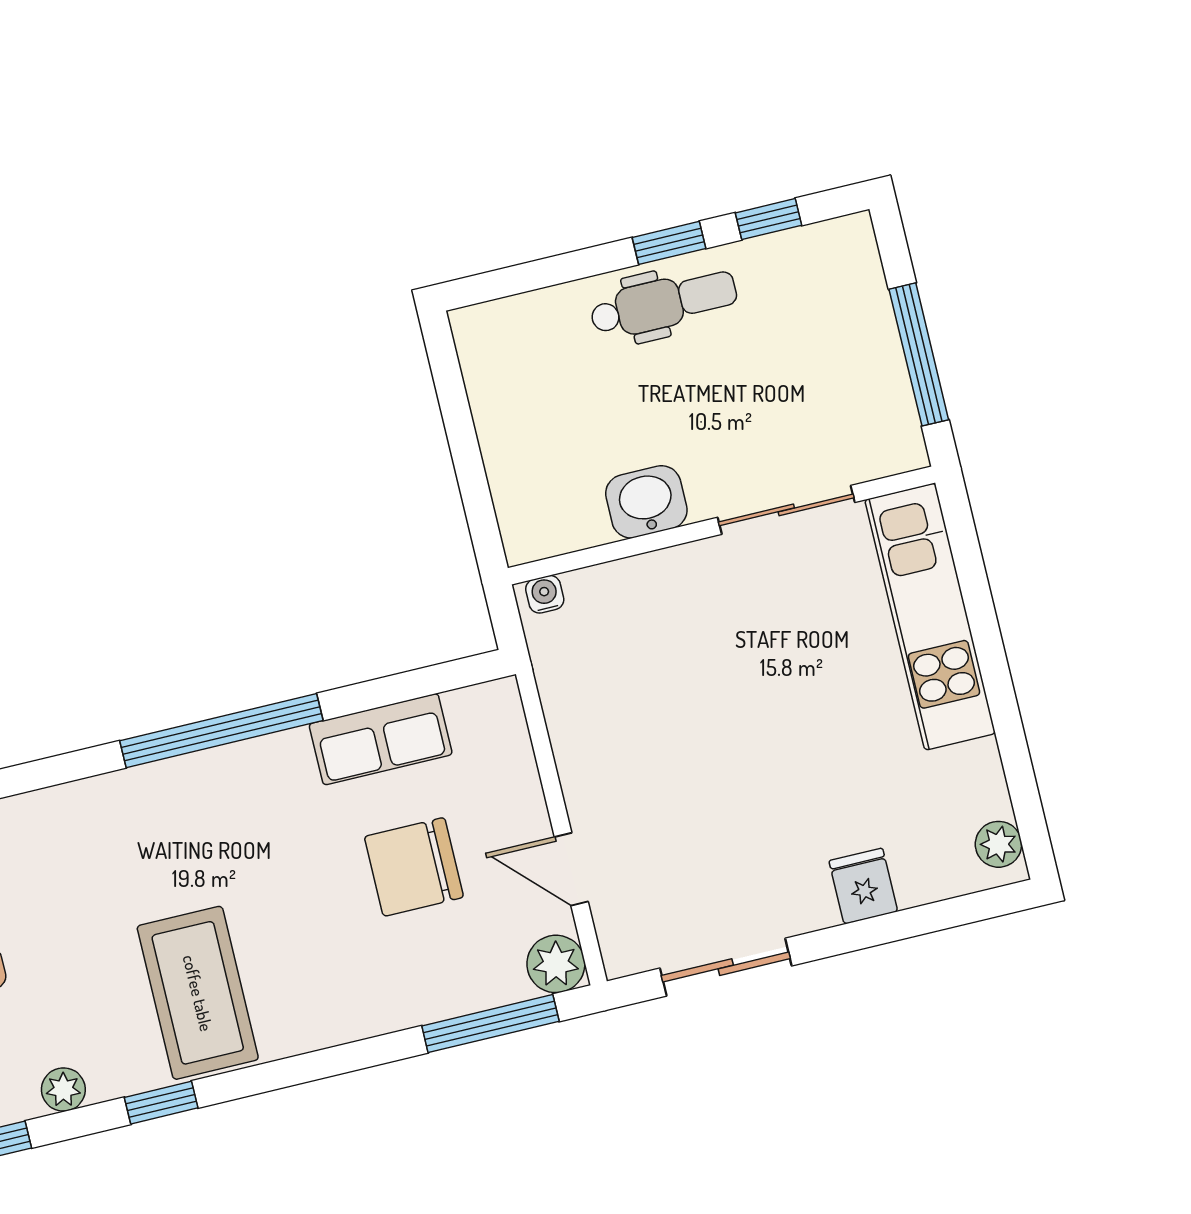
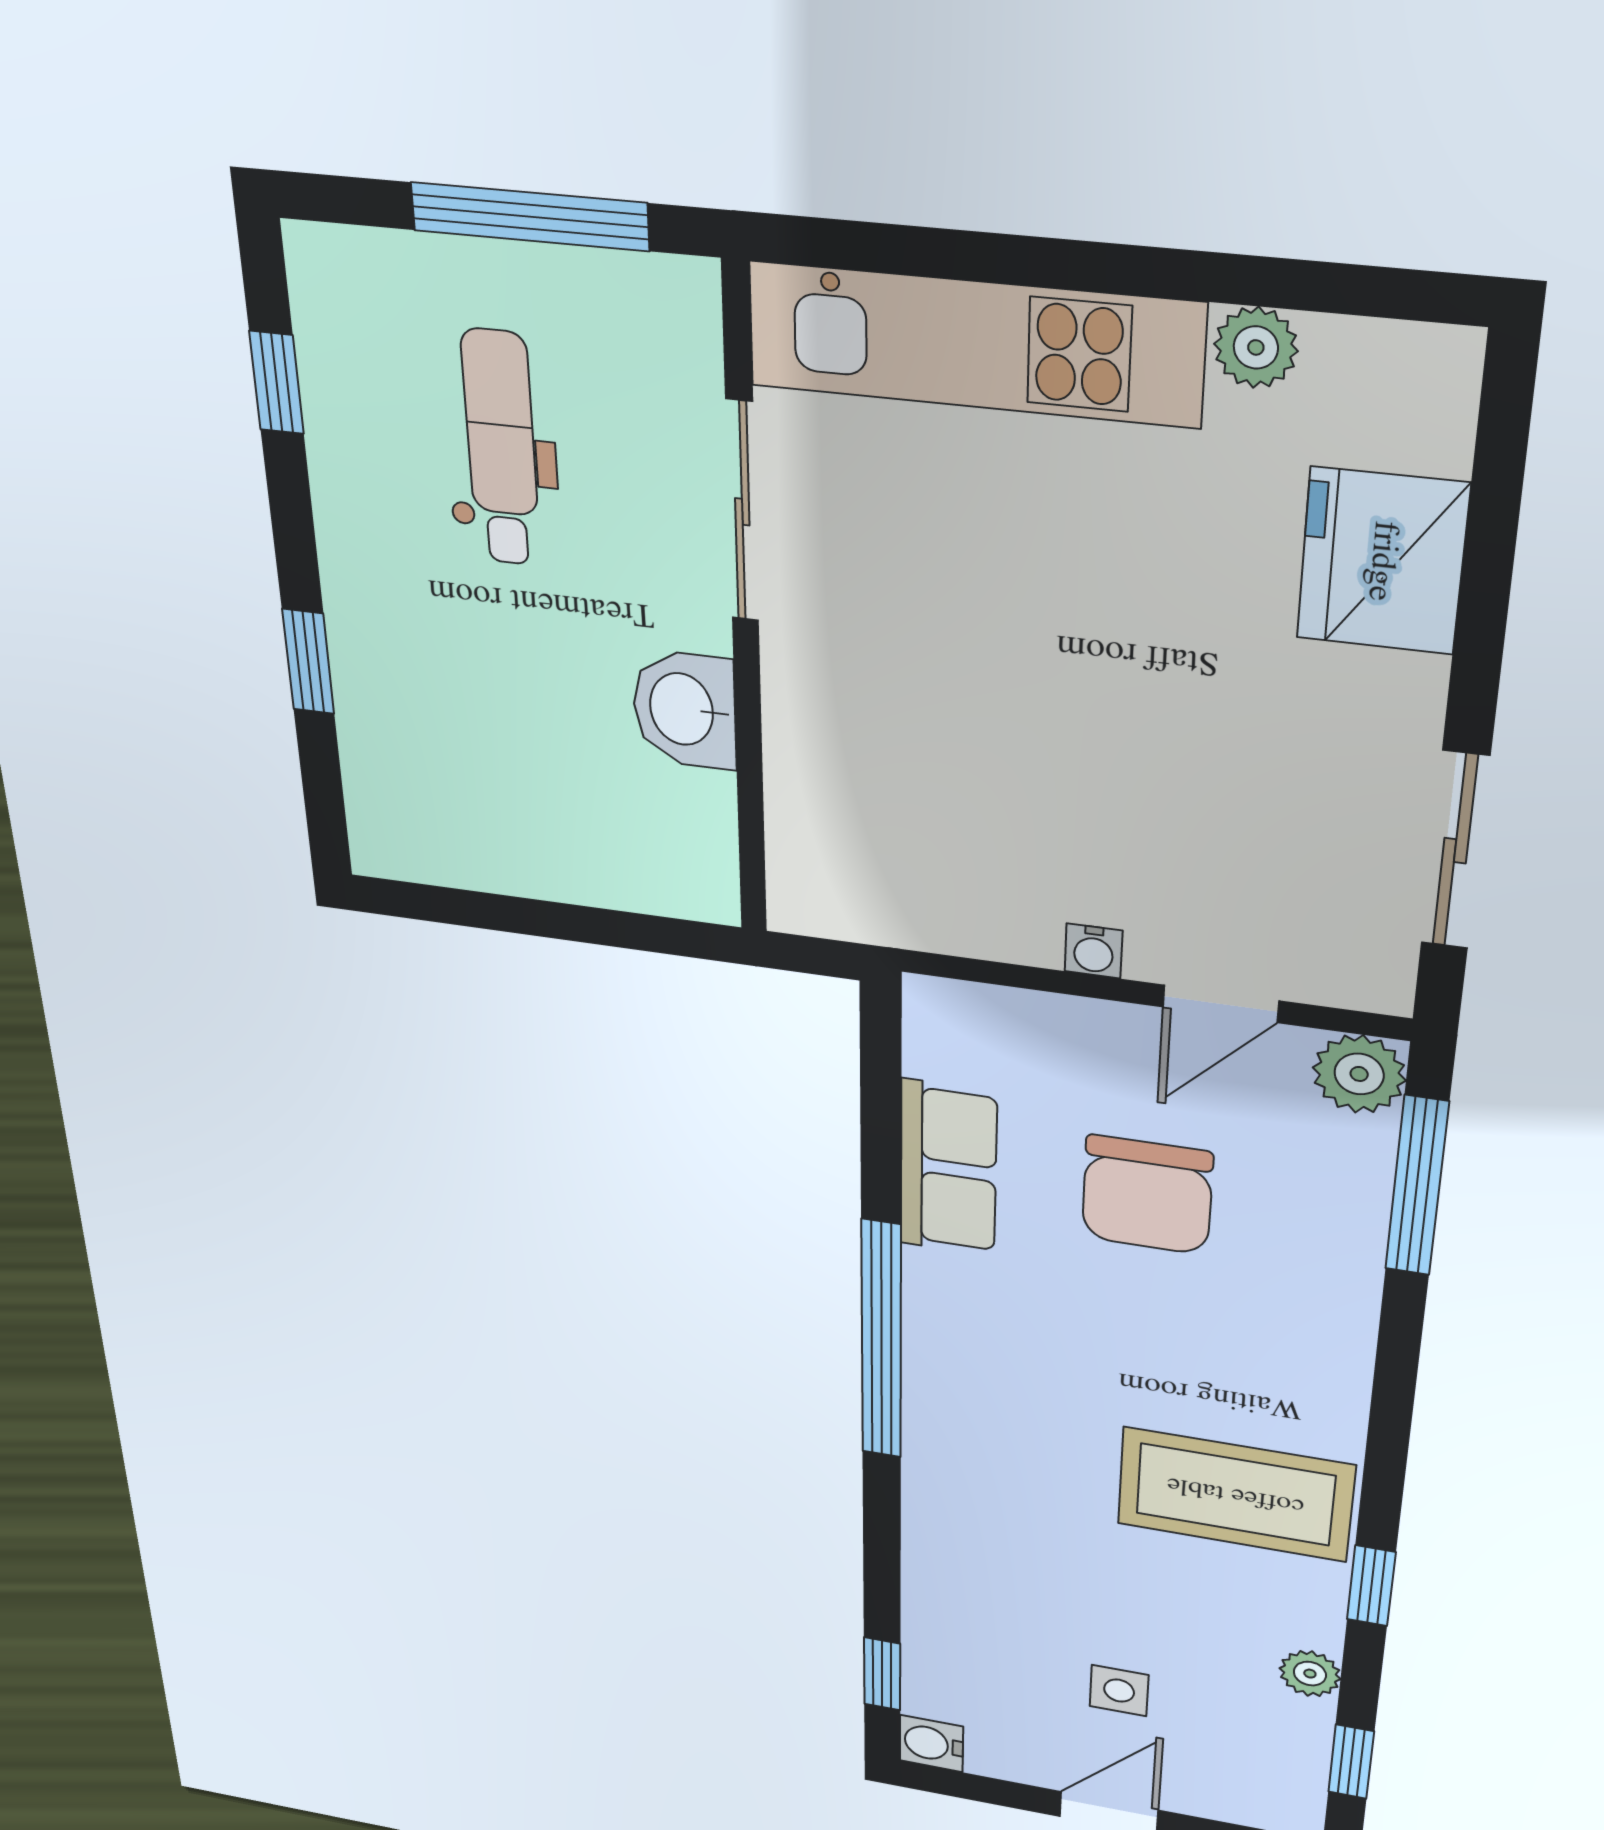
window: (669, 243) -> (308, 662), moved
dental chair: (664, 303) -> (501, 448), moved
water cooler: (545, 594) -> (1093, 951), moved, turned -90
plant: (998, 844) -> (1256, 347), moved
fridge: (863, 886) -> (1382, 561), width x1.88, depth x1.34

